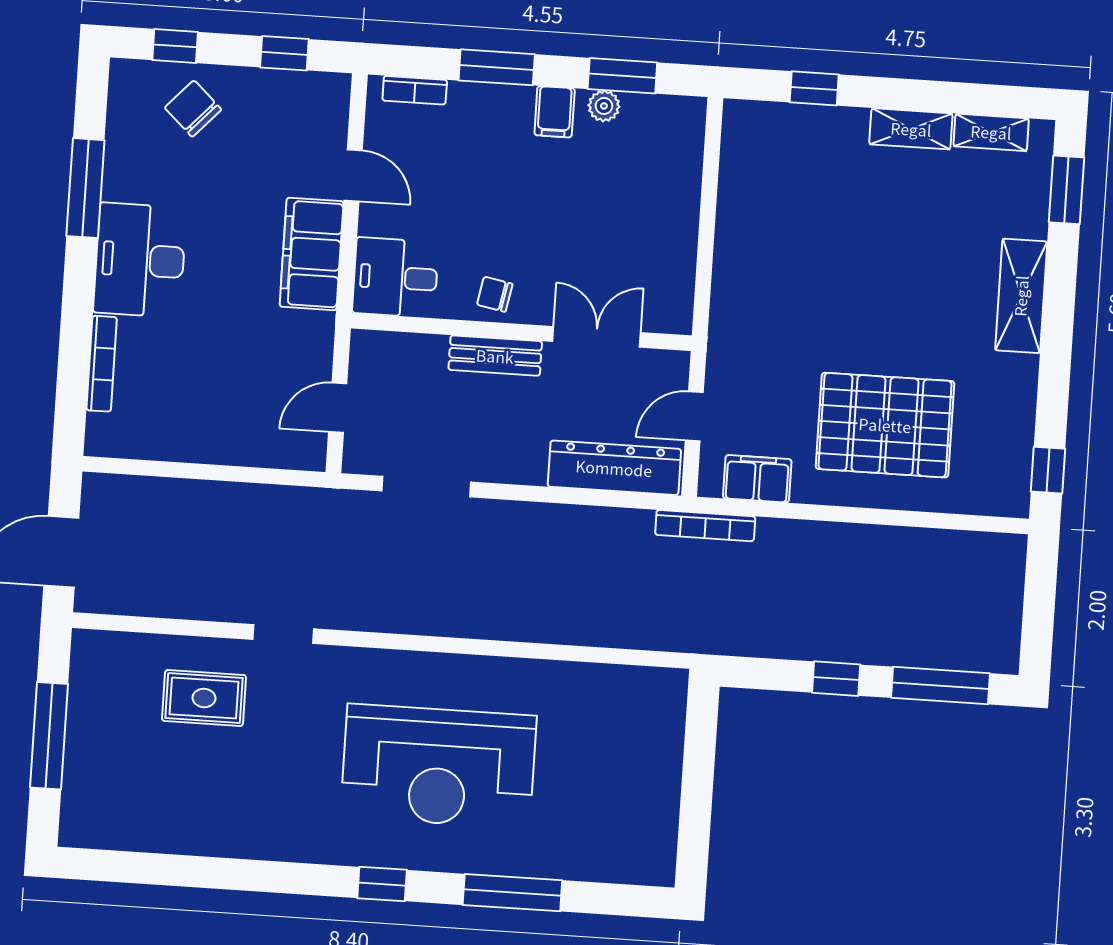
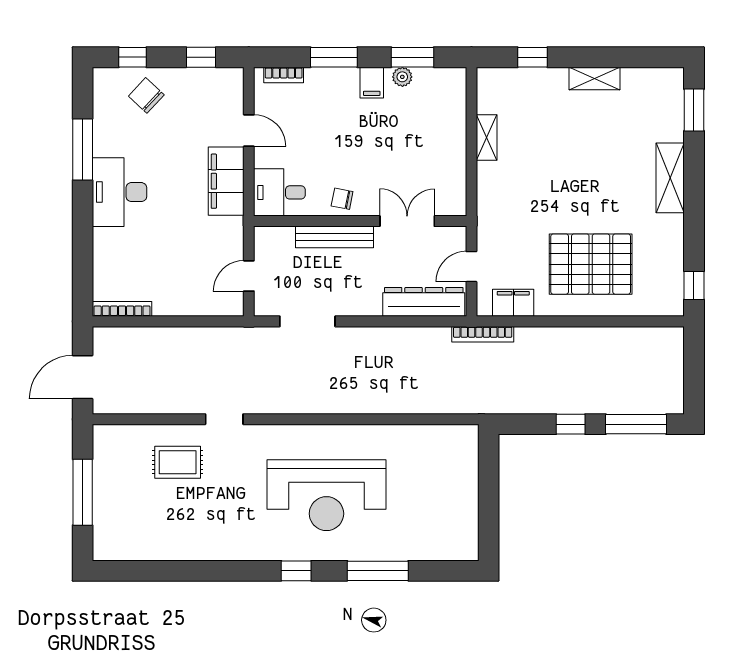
shelving: (991, 132) -> (487, 137), moved, turned 90
bench: (495, 356) -> (334, 237), width x1.36
bookcase: (102, 364) -> (122, 309), moved, turned -90

